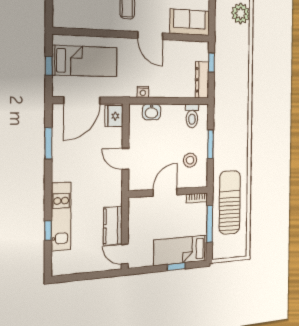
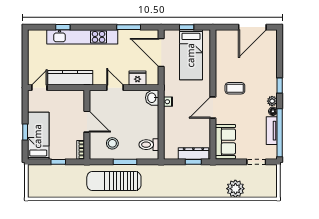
dresser: (202, 80) -> (193, 153), moved
washbasin: (152, 112) -> (152, 98), moved
fridge: (114, 116) -> (138, 78), moved
door: (125, 159) -> (115, 88), hinge flipped
sun lounger: (230, 202) -> (114, 181), moved, turned 180
kitchen unit: (61, 217) -> (82, 37), width x1.36
window: (210, 224) -> (58, 162), width x0.46
kitchen counter: (113, 226) -> (70, 78), width x1.50

